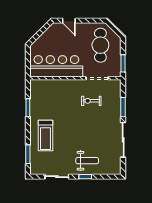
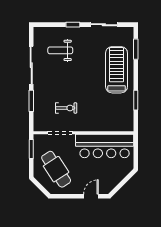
door: (69, 21) -> (91, 196), hinge flipped
cafe table: (100, 45) -> (56, 169), turned -33
treadmill: (45, 136) -> (117, 70), width x1.37, depth x1.38
weight bench: (87, 161) -> (60, 50), moved

